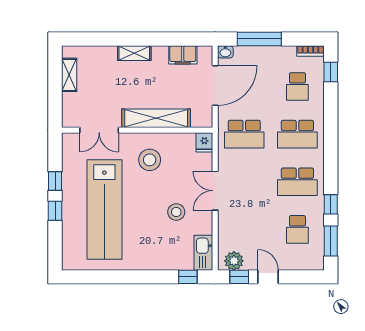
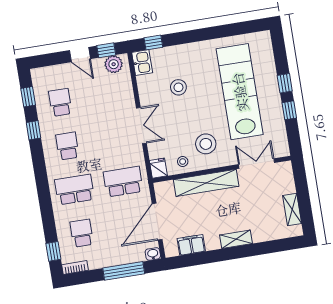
stool: (177, 145) -> (183, 161), added
school desk: (297, 182) -> (67, 146), width x0.54
stool: (176, 212) -> (178, 87), moved
window: (331, 241) -> (28, 97), width x0.67
kitchen sink: (203, 253) -> (142, 63), width x0.73

